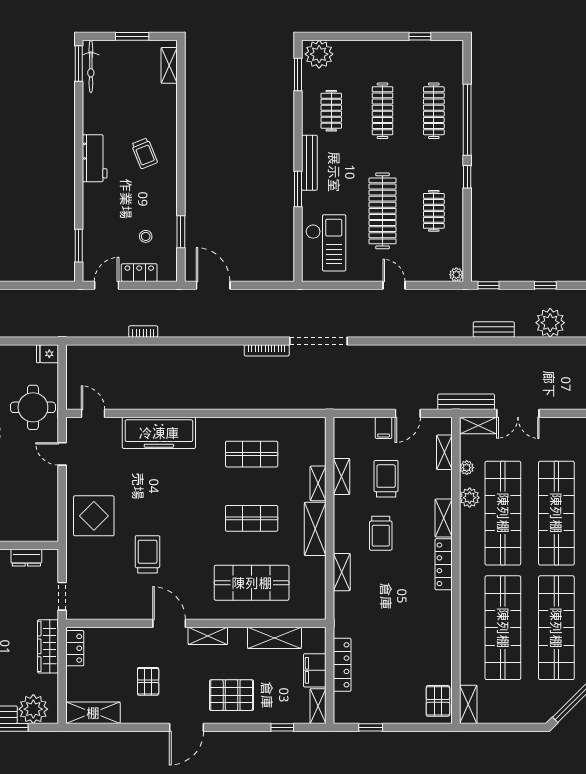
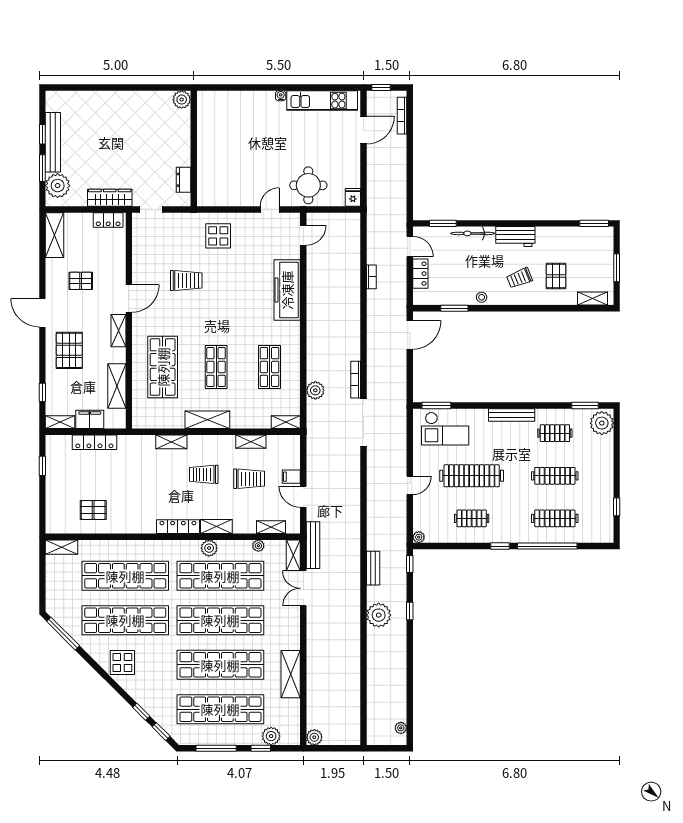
bicycle: (91, 66) -> (473, 233), moved
pallet: (142, 109) -> (556, 276), added
window: (298, 189) -> (436, 406), moved
stool: (146, 236) -> (482, 297), moved
plant: (280, 399) -> (315, 390), added
shelving: (318, 483) -> (286, 422), moved
plant: (470, 498) -> (209, 548), moved
display table: (94, 516) -> (218, 236), width x0.73, depth x0.73
pallet: (438, 701) -> (93, 510), moved

